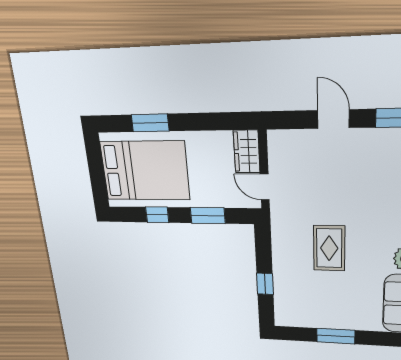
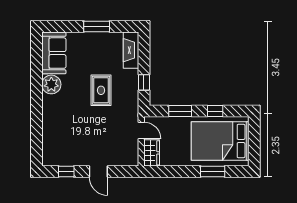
window: (265, 284) -> (144, 82), moved
fireplace: (285, 302) -> (131, 50), added

